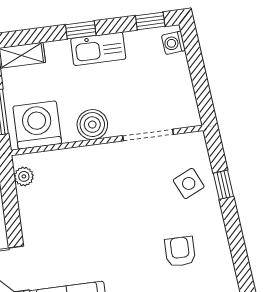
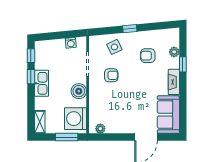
window: (81, 30) -> (31, 77), moved
washing machine: (173, 43) -> (71, 43), moved
armchair: (132, 184) -> (111, 75), added
window: (223, 185) -> (130, 29), moved

